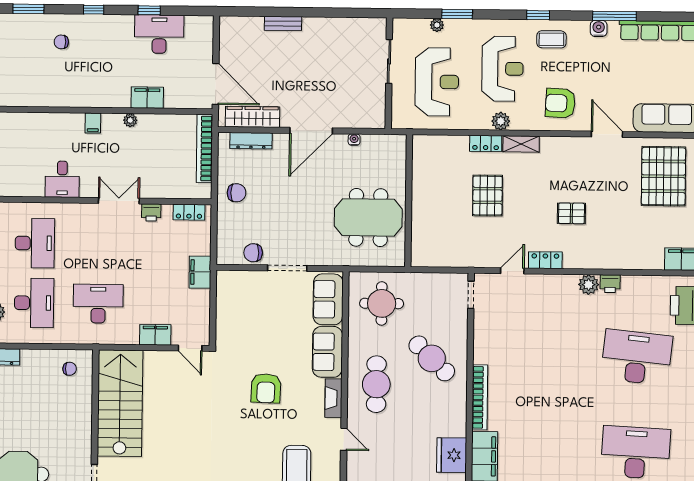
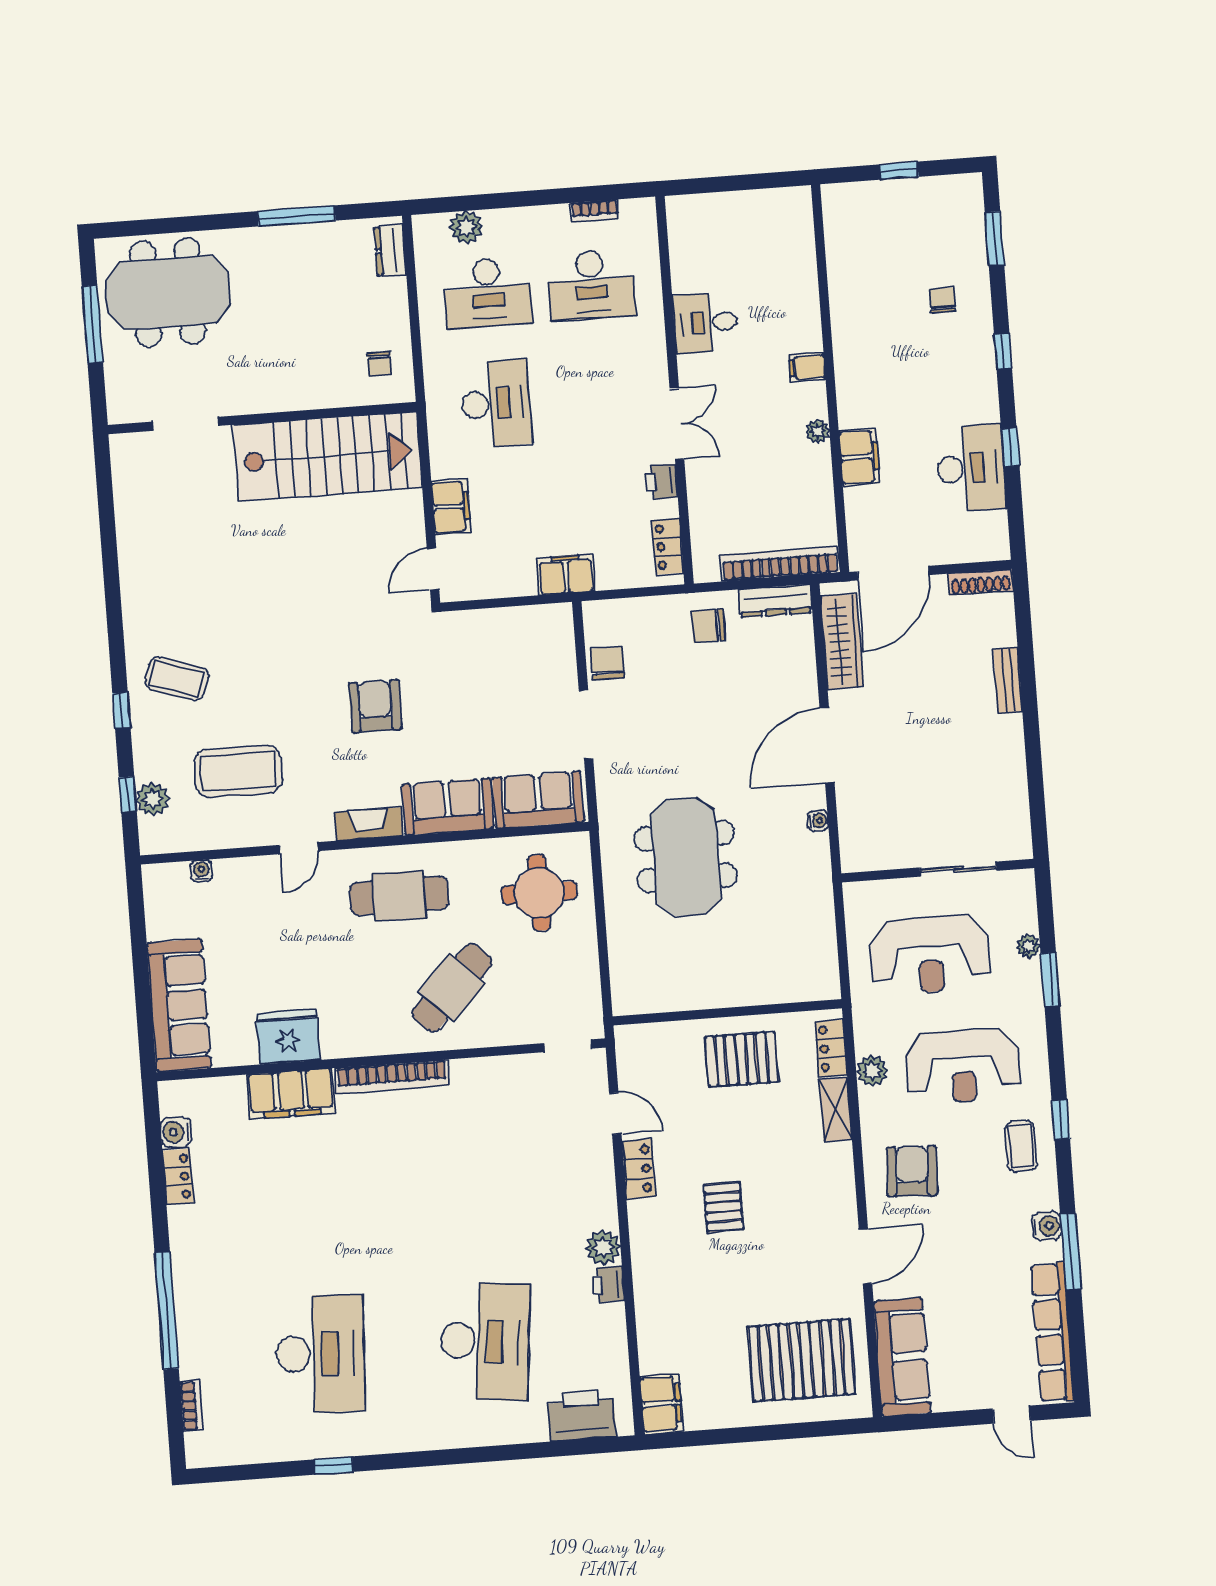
shoe rack: (225, 34) -> (981, 582), added
door: (311, 131) -> (827, 745), hinge flipped
dresser: (251, 141) -> (775, 601), moved, turned -90
chair: (237, 193) -> (708, 626), turned 90
wall: (409, 201) -> (727, 1012), moved
armchair: (266, 388) -> (375, 706), turned 88

